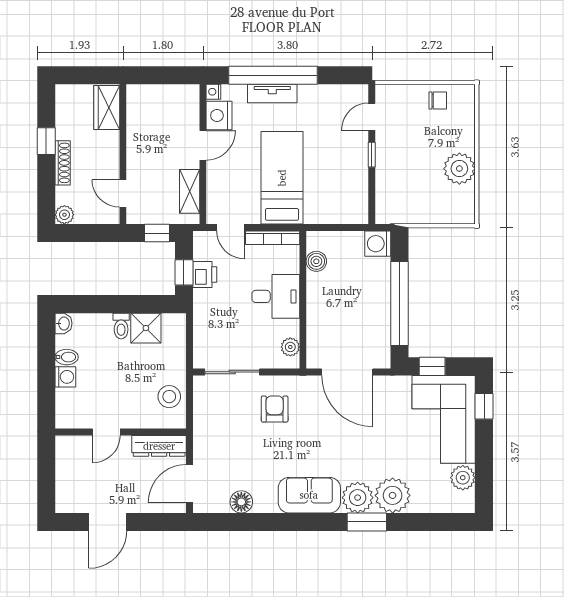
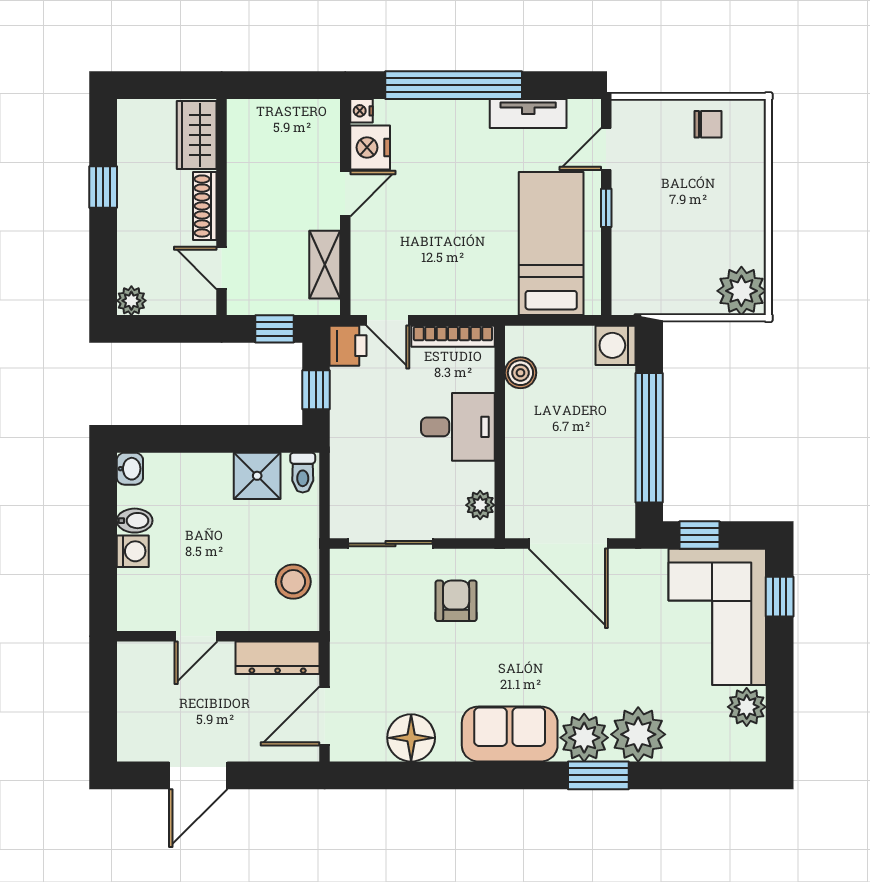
tv unit: (272, 94) -> (528, 113), moved
shoe rack: (63, 163) -> (205, 206), moved, turned 180
plant: (459, 169) -> (741, 291), moved
bed: (282, 178) -> (551, 244), moved
printer: (205, 274) -> (348, 346), moved
toilet: (121, 326) -> (303, 473), moved
floor lamp: (241, 502) -> (411, 738), width x1.38, depth x1.38

